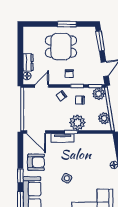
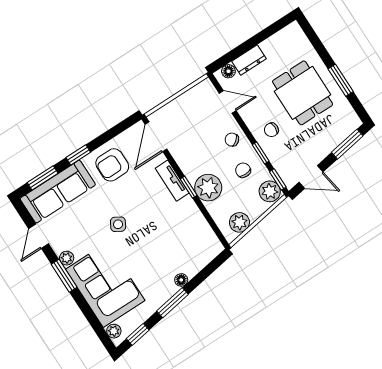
armchair: (36, 162) -> (112, 165), turned 90

